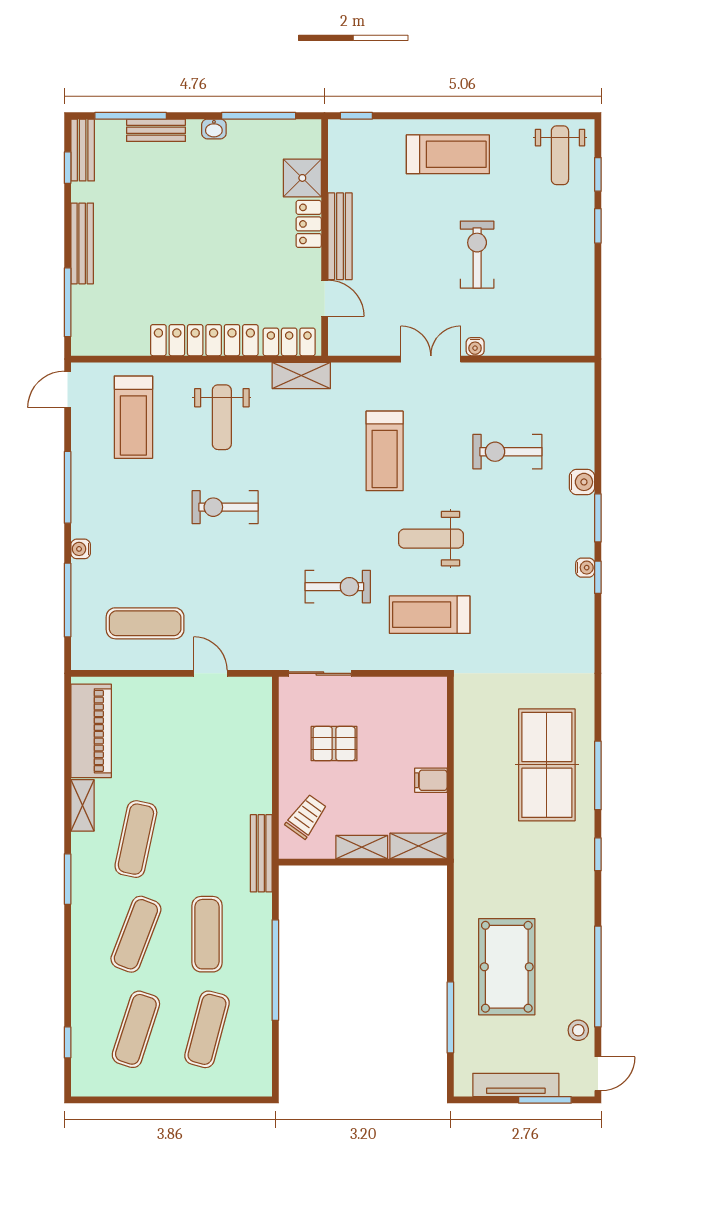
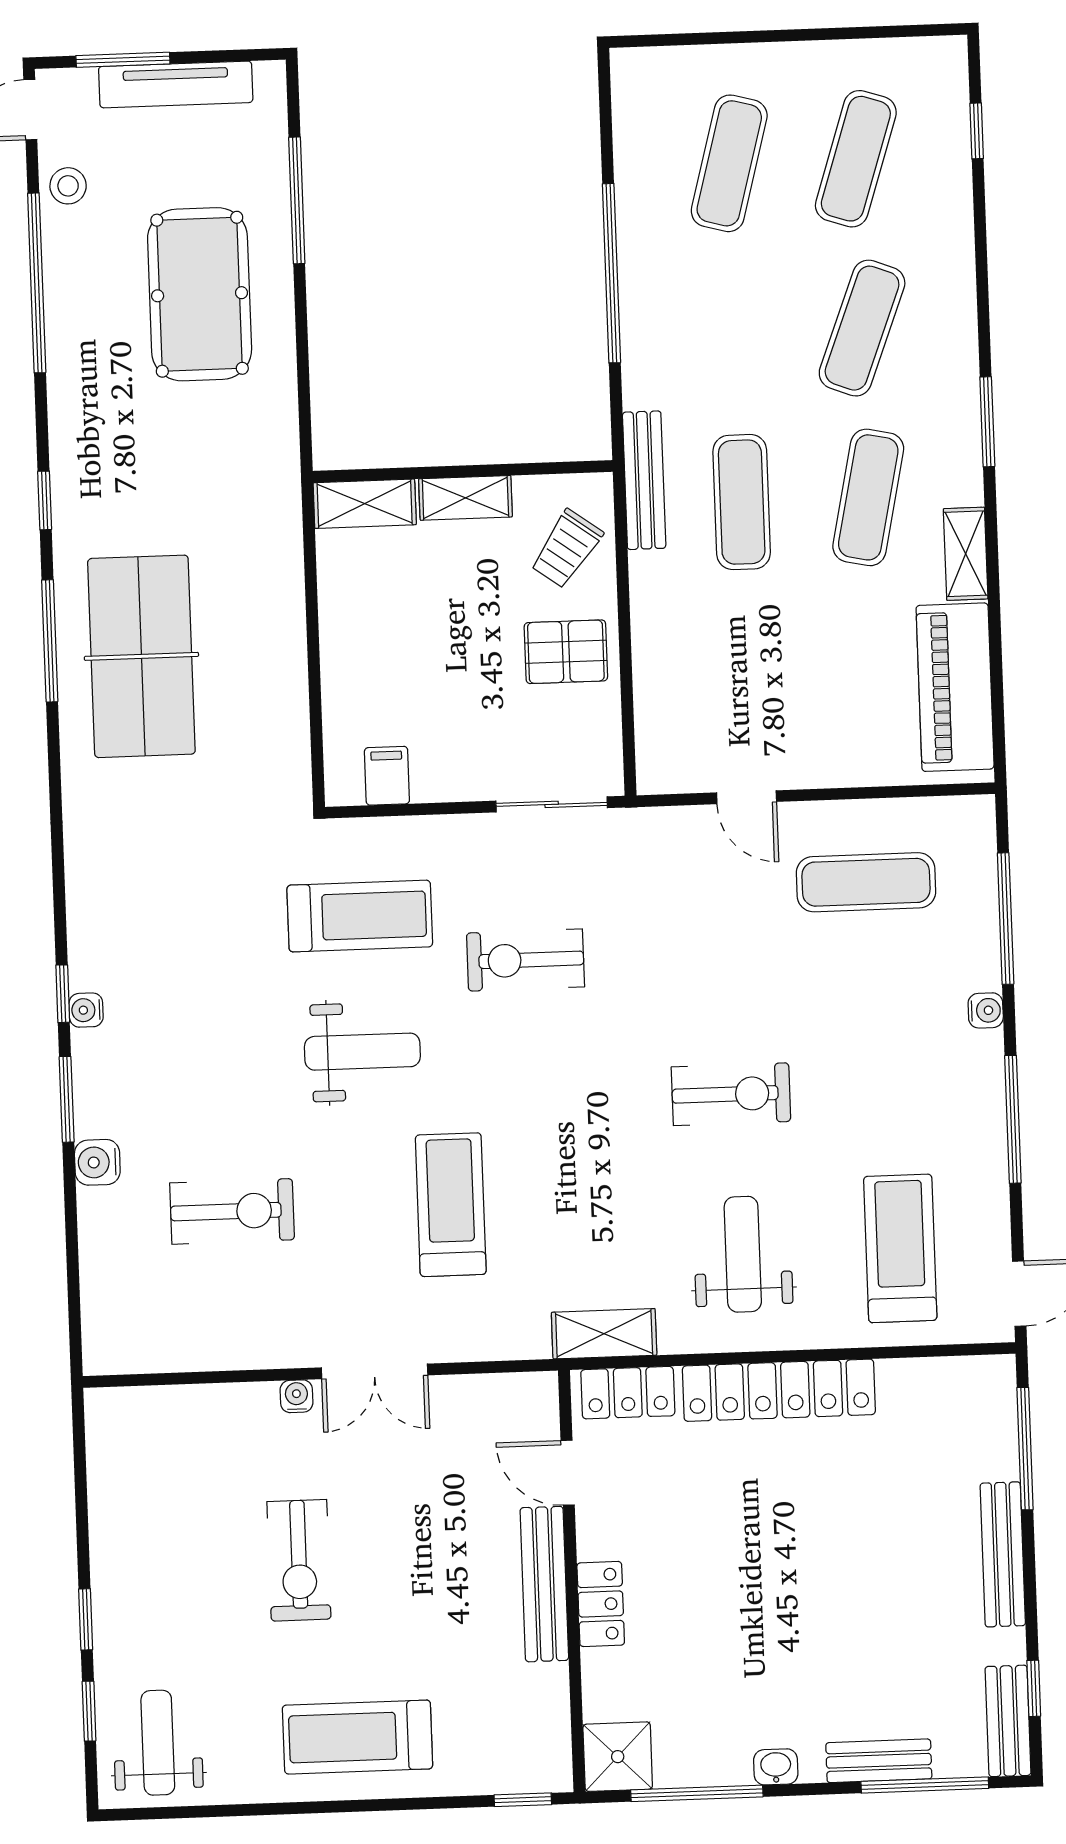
shower: (302, 178) -> (618, 1757), moved
pallet: (334, 744) -> (566, 652), moved
filing cabinet: (431, 780) -> (387, 776), moved, turned -90
exercise mat: (207, 934) -> (742, 502), moved

